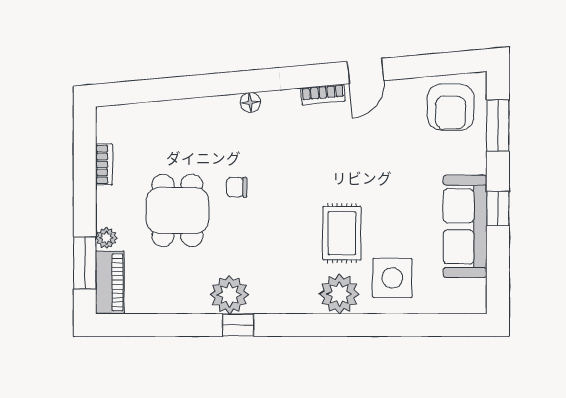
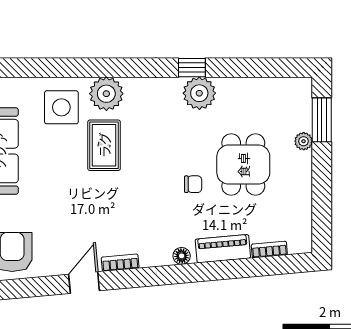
bookcase: (104, 164) -> (269, 249), moved, turned 85
piano: (110, 282) -> (223, 249), moved, turned 85

